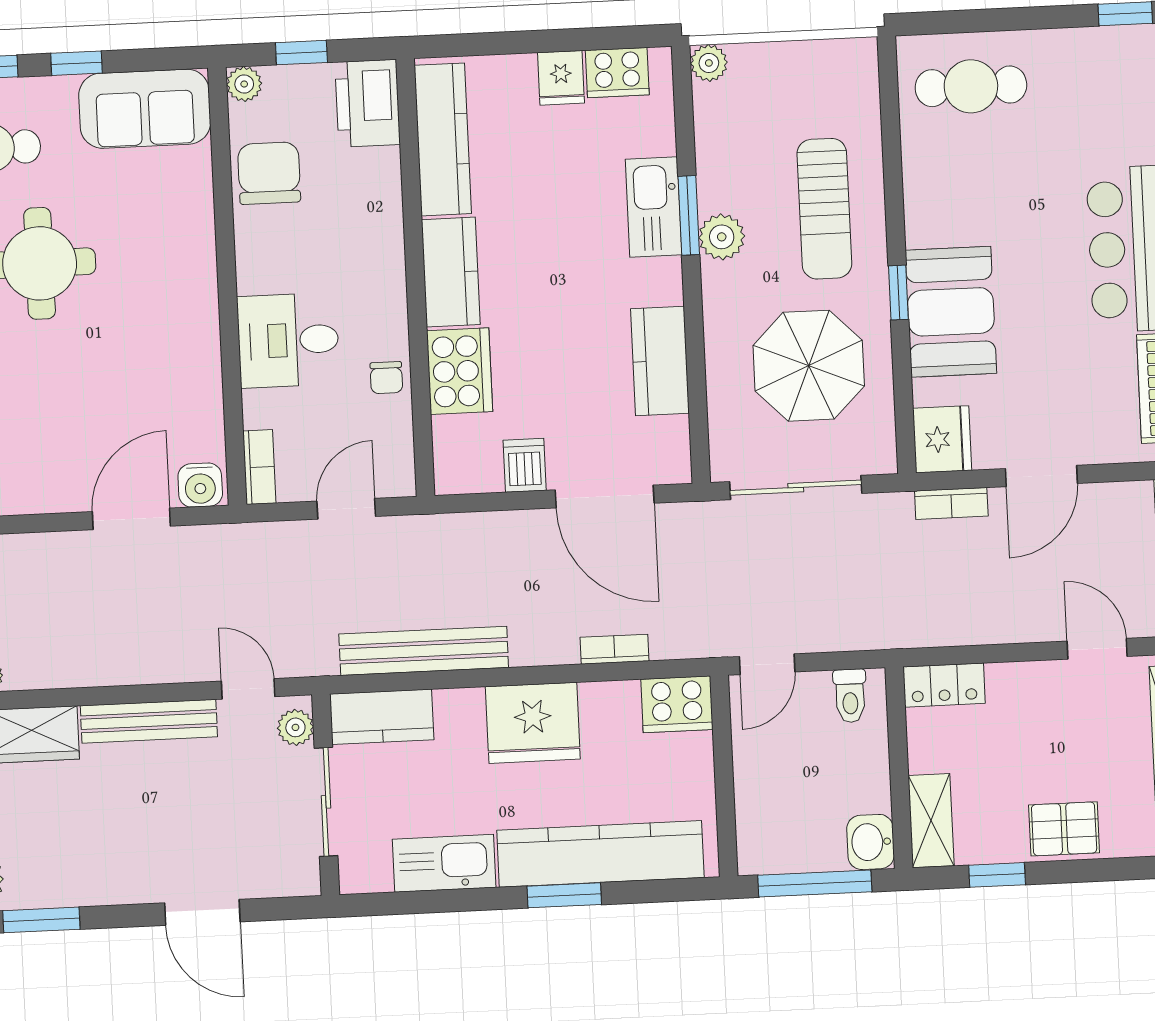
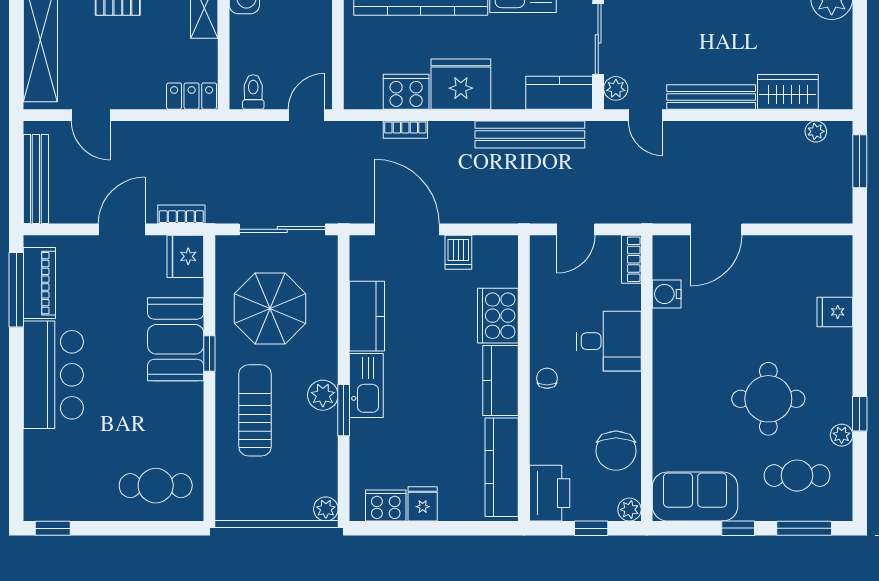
kitchen sink: (654, 207) -> (366, 386), moved
chair: (386, 378) -> (547, 378), moved
water cooler: (200, 485) -> (667, 294), moved, turned -90
cooker: (677, 704) -> (406, 92), moved

